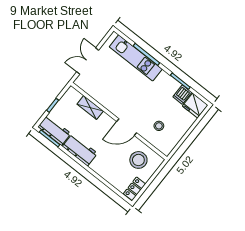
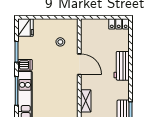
dishwasher: (182, 95) -> (25, 65), moved
workbench: (80, 150) -> (122, 66), moved
stool: (138, 160) -> (96, 37), removed

